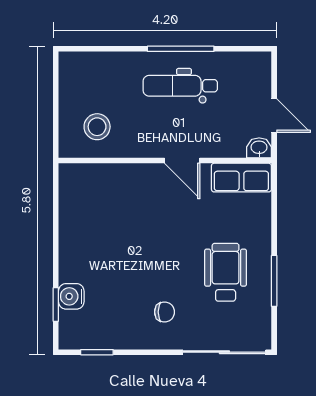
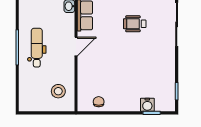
dental chair: (180, 86) -> (37, 48), turned 180
wheelchair: (226, 272) -> (135, 24), width x0.73, depth x0.73
chair: (165, 312) -> (99, 102), moved

